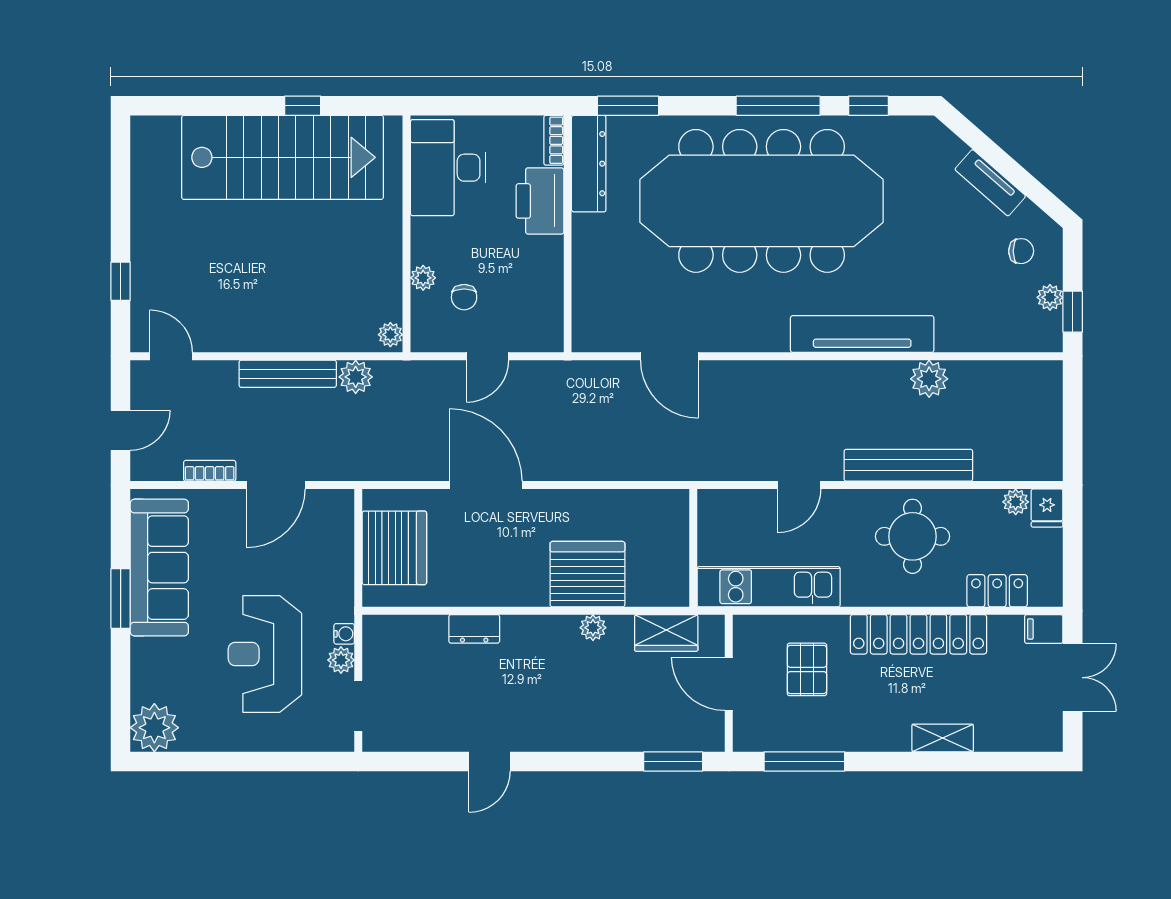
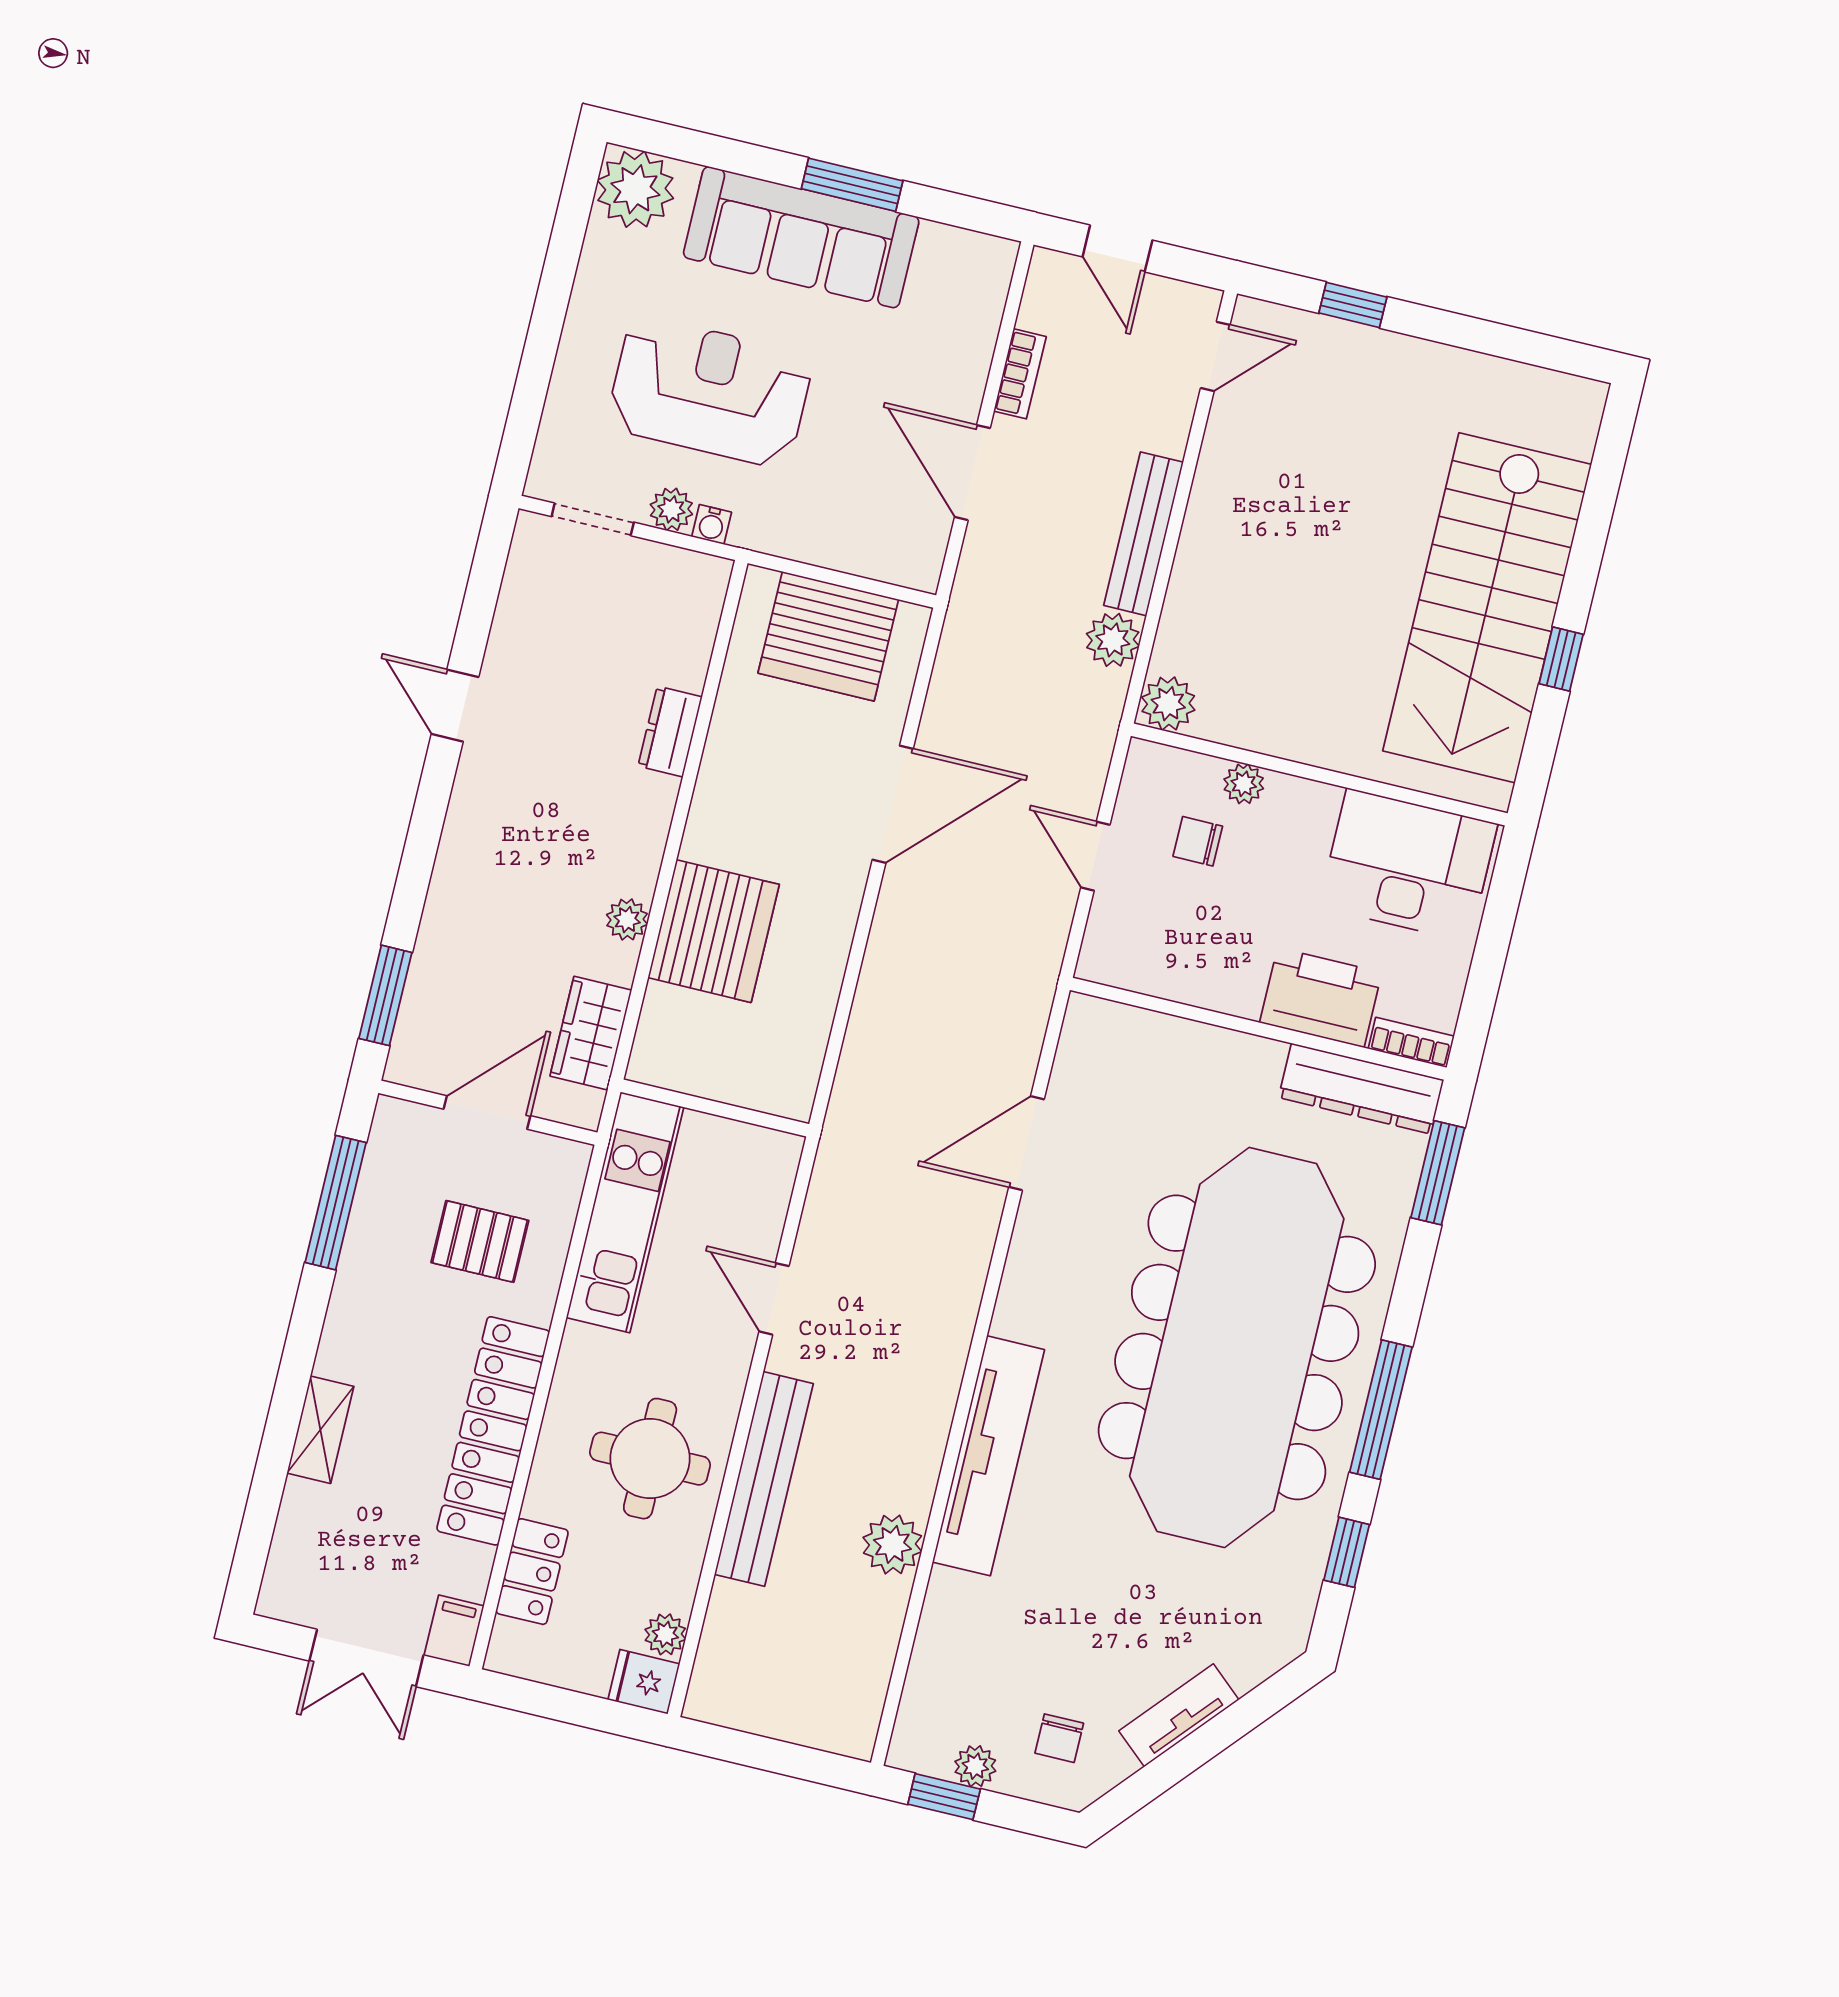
plant: (390, 335) -> (1168, 704), width x1.38, depth x1.38
sofa: (159, 568) -> (801, 237), moved

